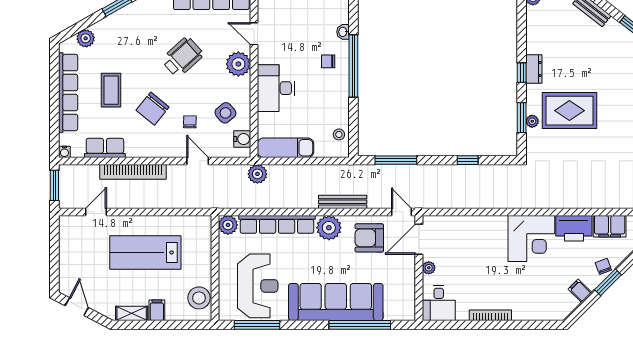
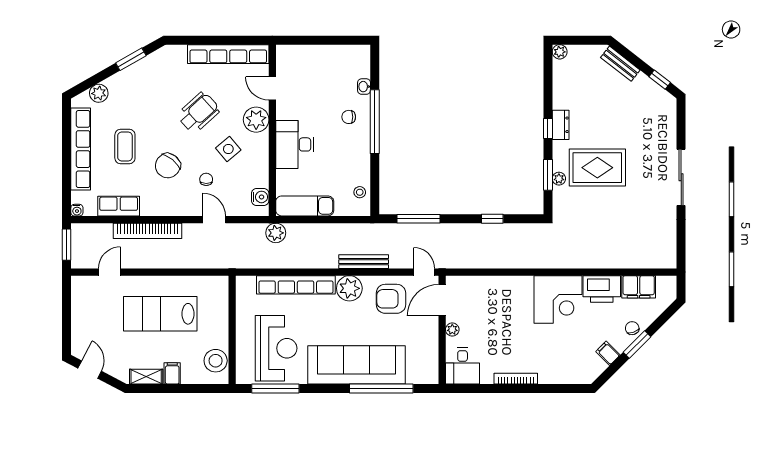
side table: (225, 113) -> (228, 149), moved
plant: (228, 225) -> (245, 285), removed

